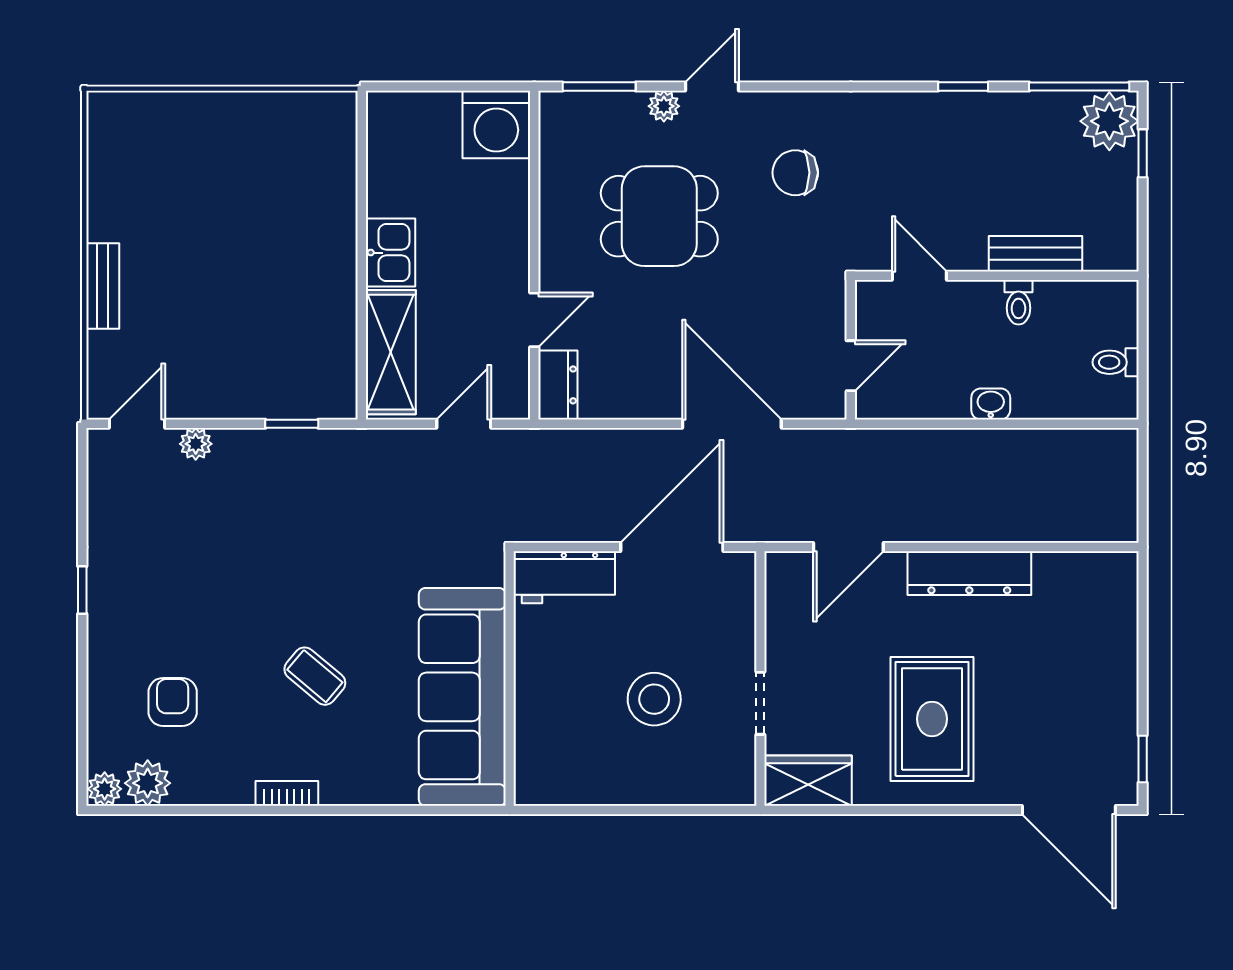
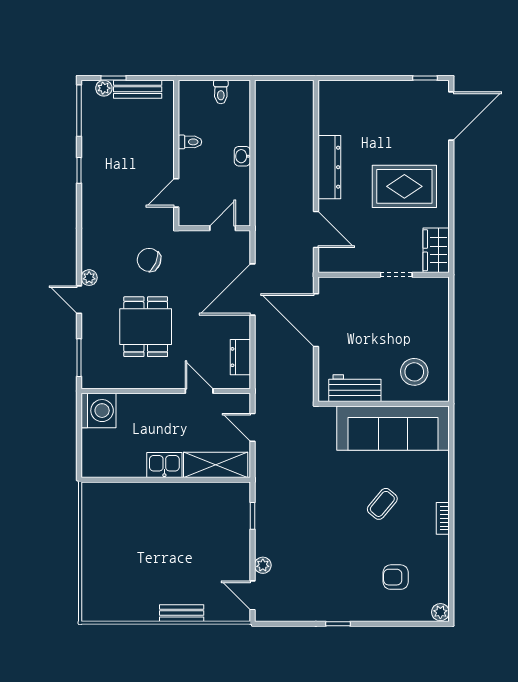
plant: (664, 106) -> (89, 278), moved
plant: (1109, 121) -> (104, 88), width x0.53, depth x0.53
chair: (795, 173) -> (149, 260), moved, turned 113
bench: (1036, 254) -> (138, 89), moved, turned 90
door: (851, 366) -> (223, 228), hinge flipped
dresser: (558, 385) -> (240, 357), moved, turned -90
workbench: (564, 577) -> (355, 388), moved, turned -90
stool: (654, 699) -> (414, 372), moved
plant: (148, 783) -> (437, 590), removed

